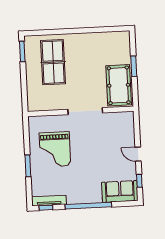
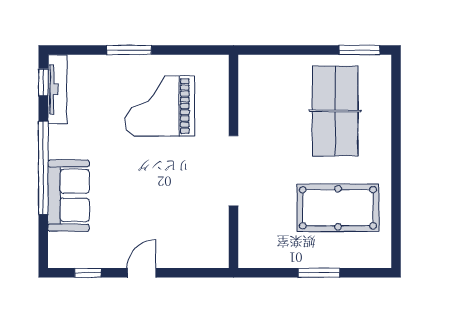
table tennis table: (53, 62) -> (335, 111), turned 90
pool table: (119, 85) -> (338, 208), moved
sofa: (120, 191) -> (69, 196), moved

